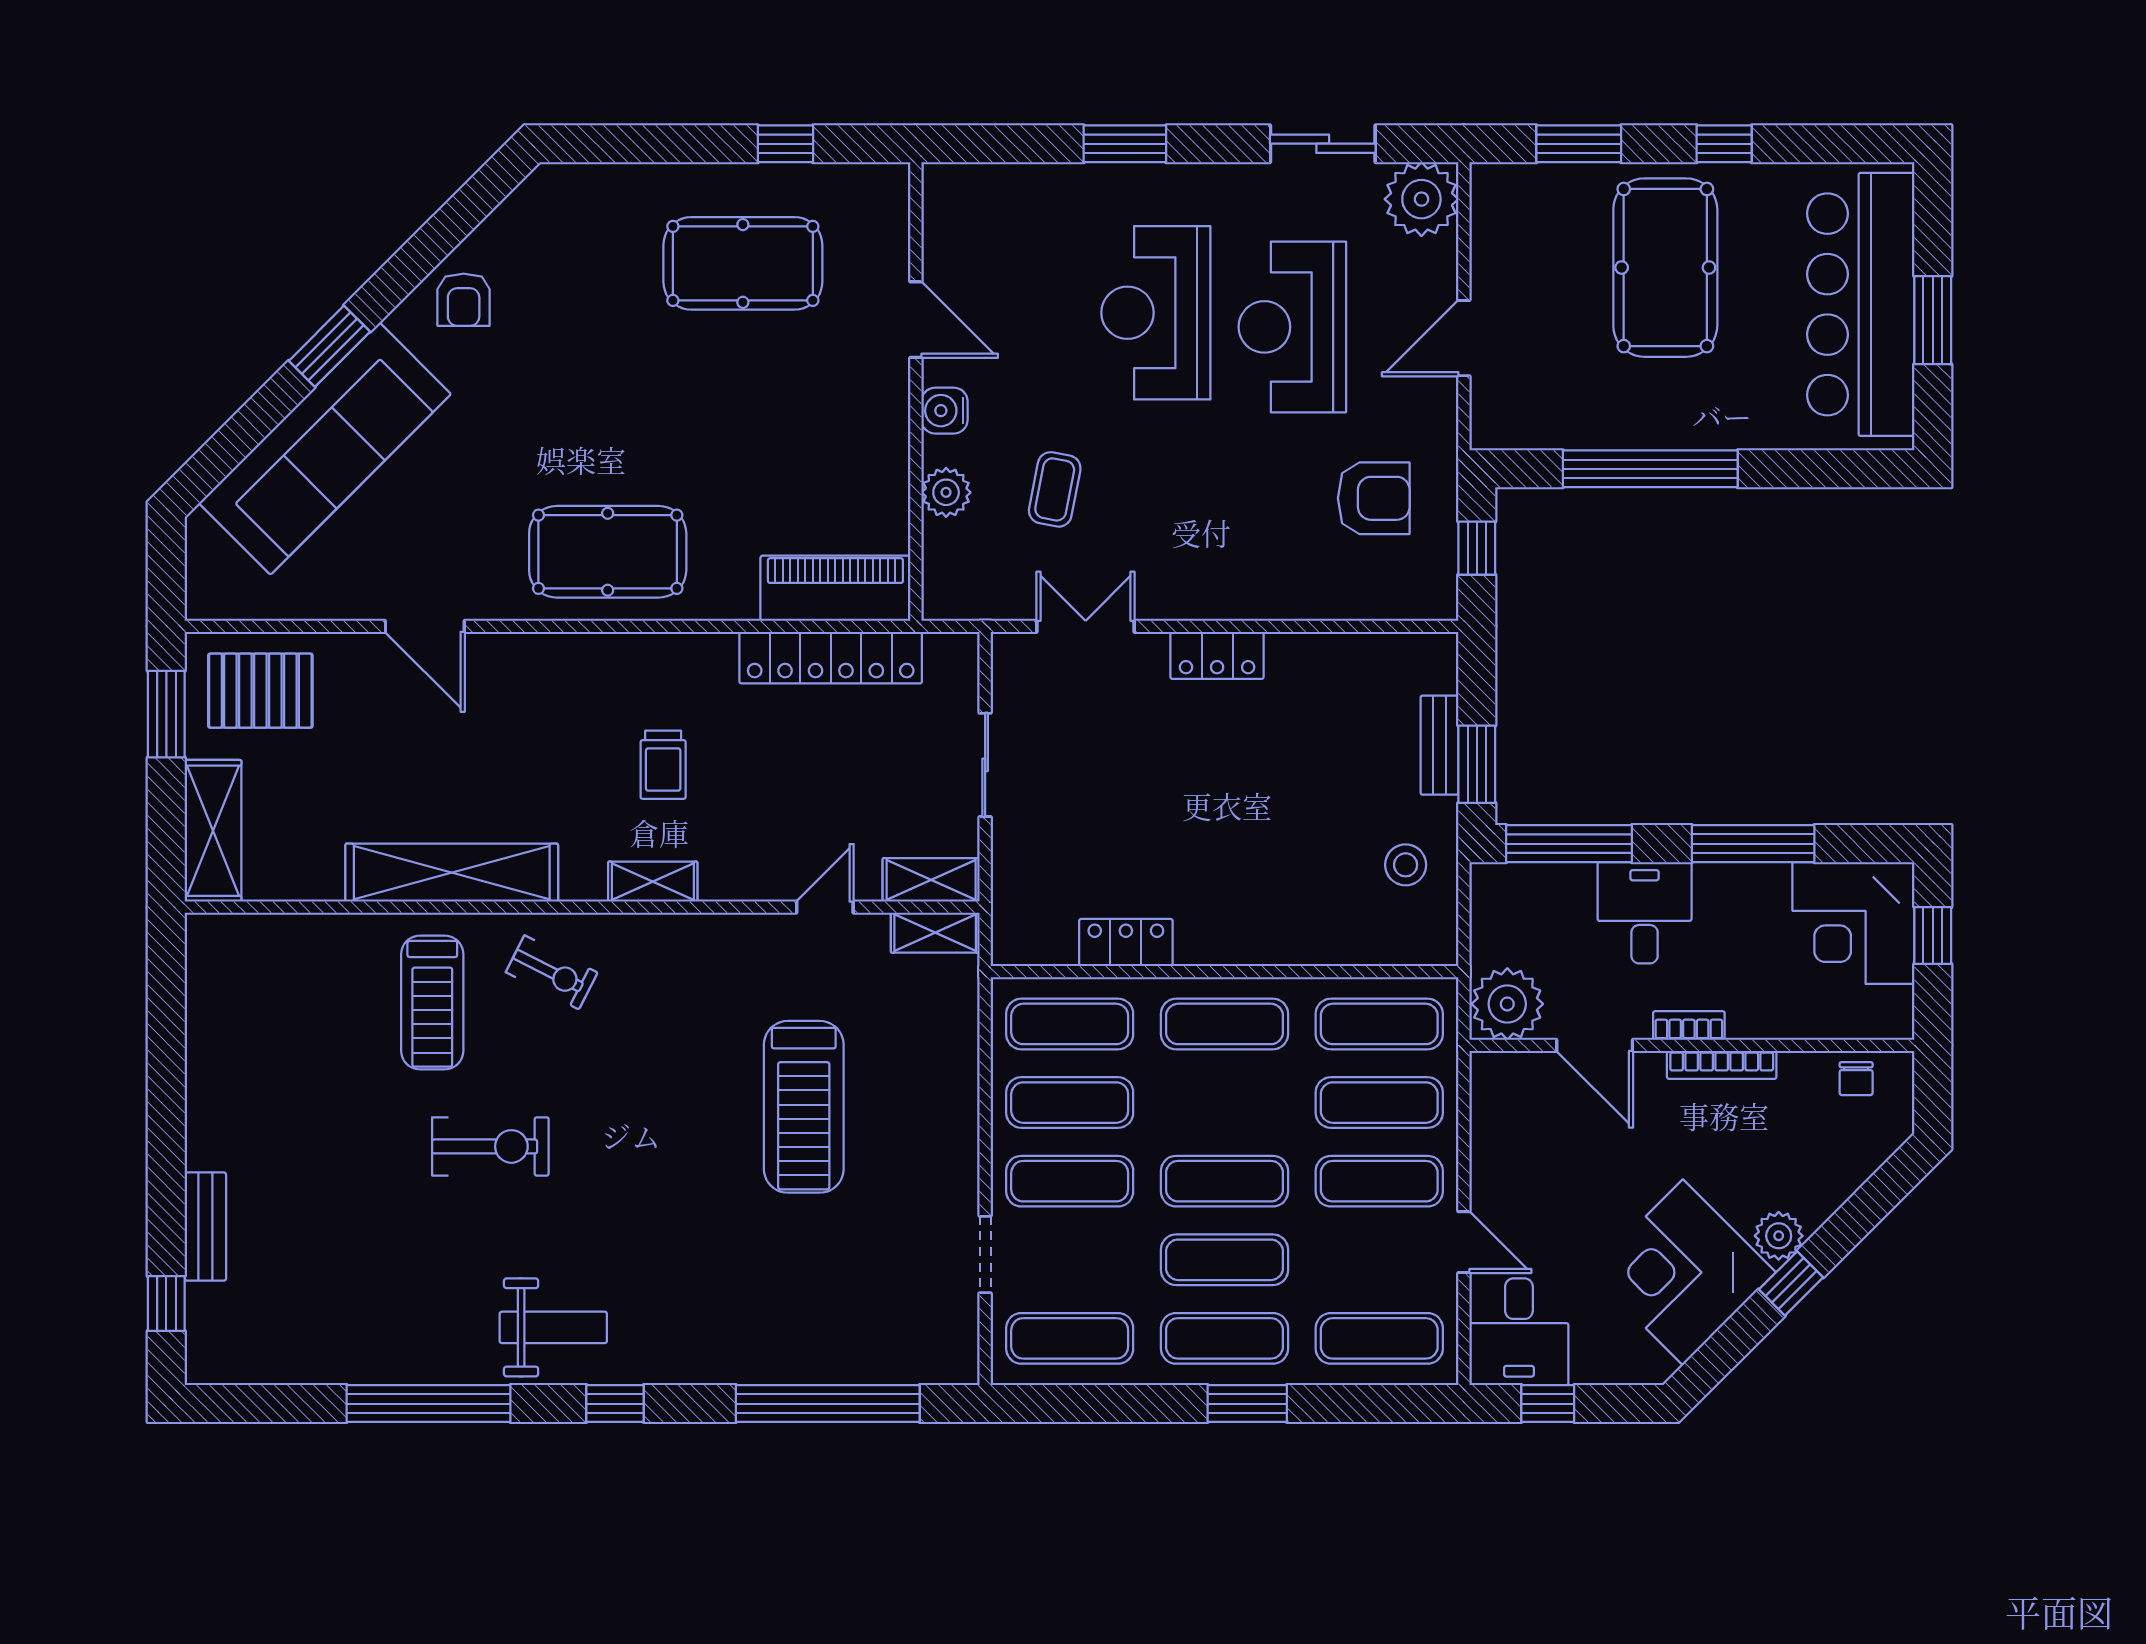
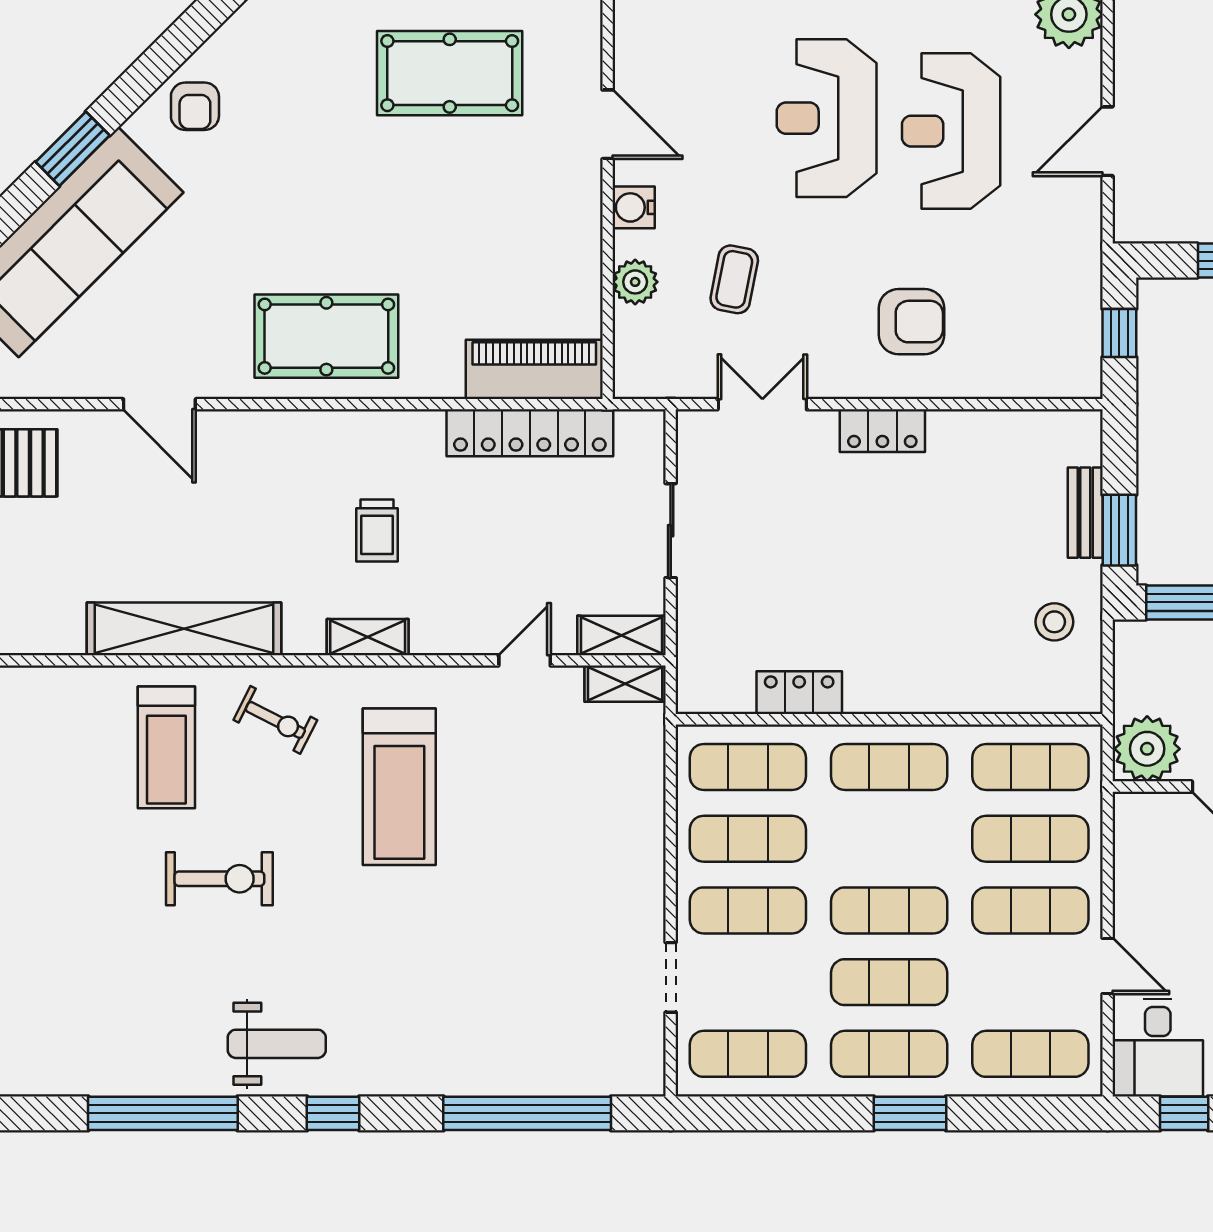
armchair: (1374, 498) -> (911, 322), moved
treadmill: (804, 1107) -> (399, 787), moved

